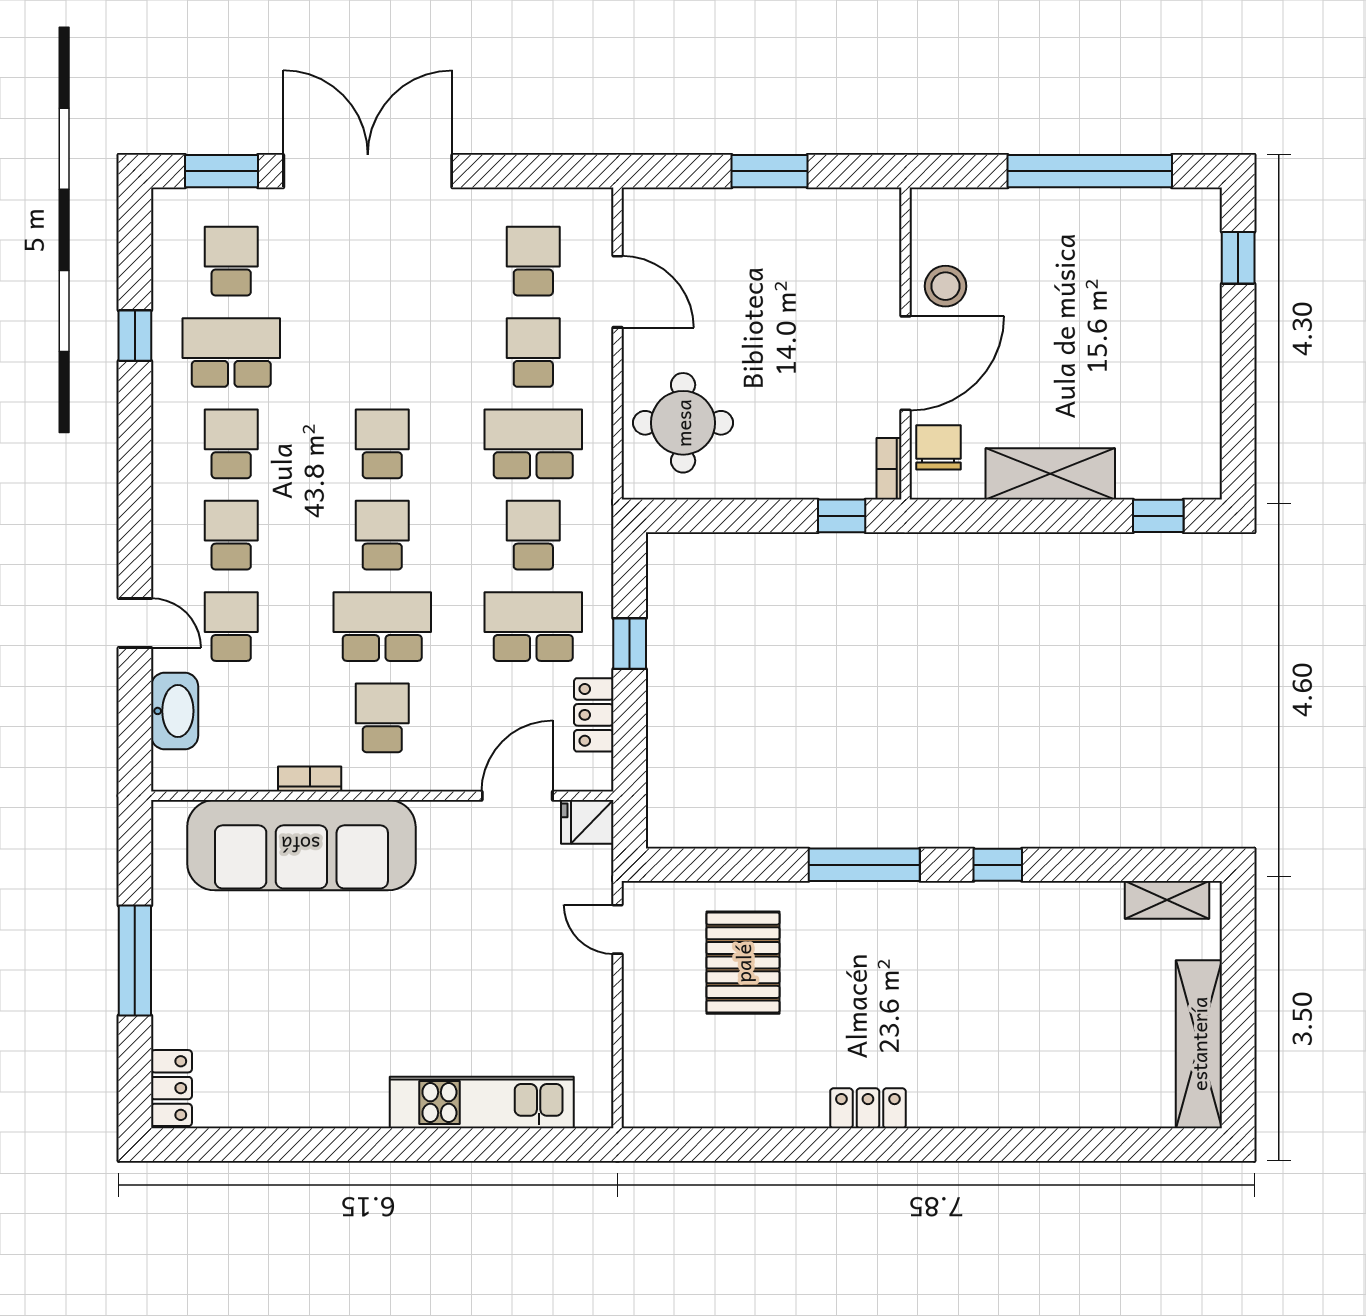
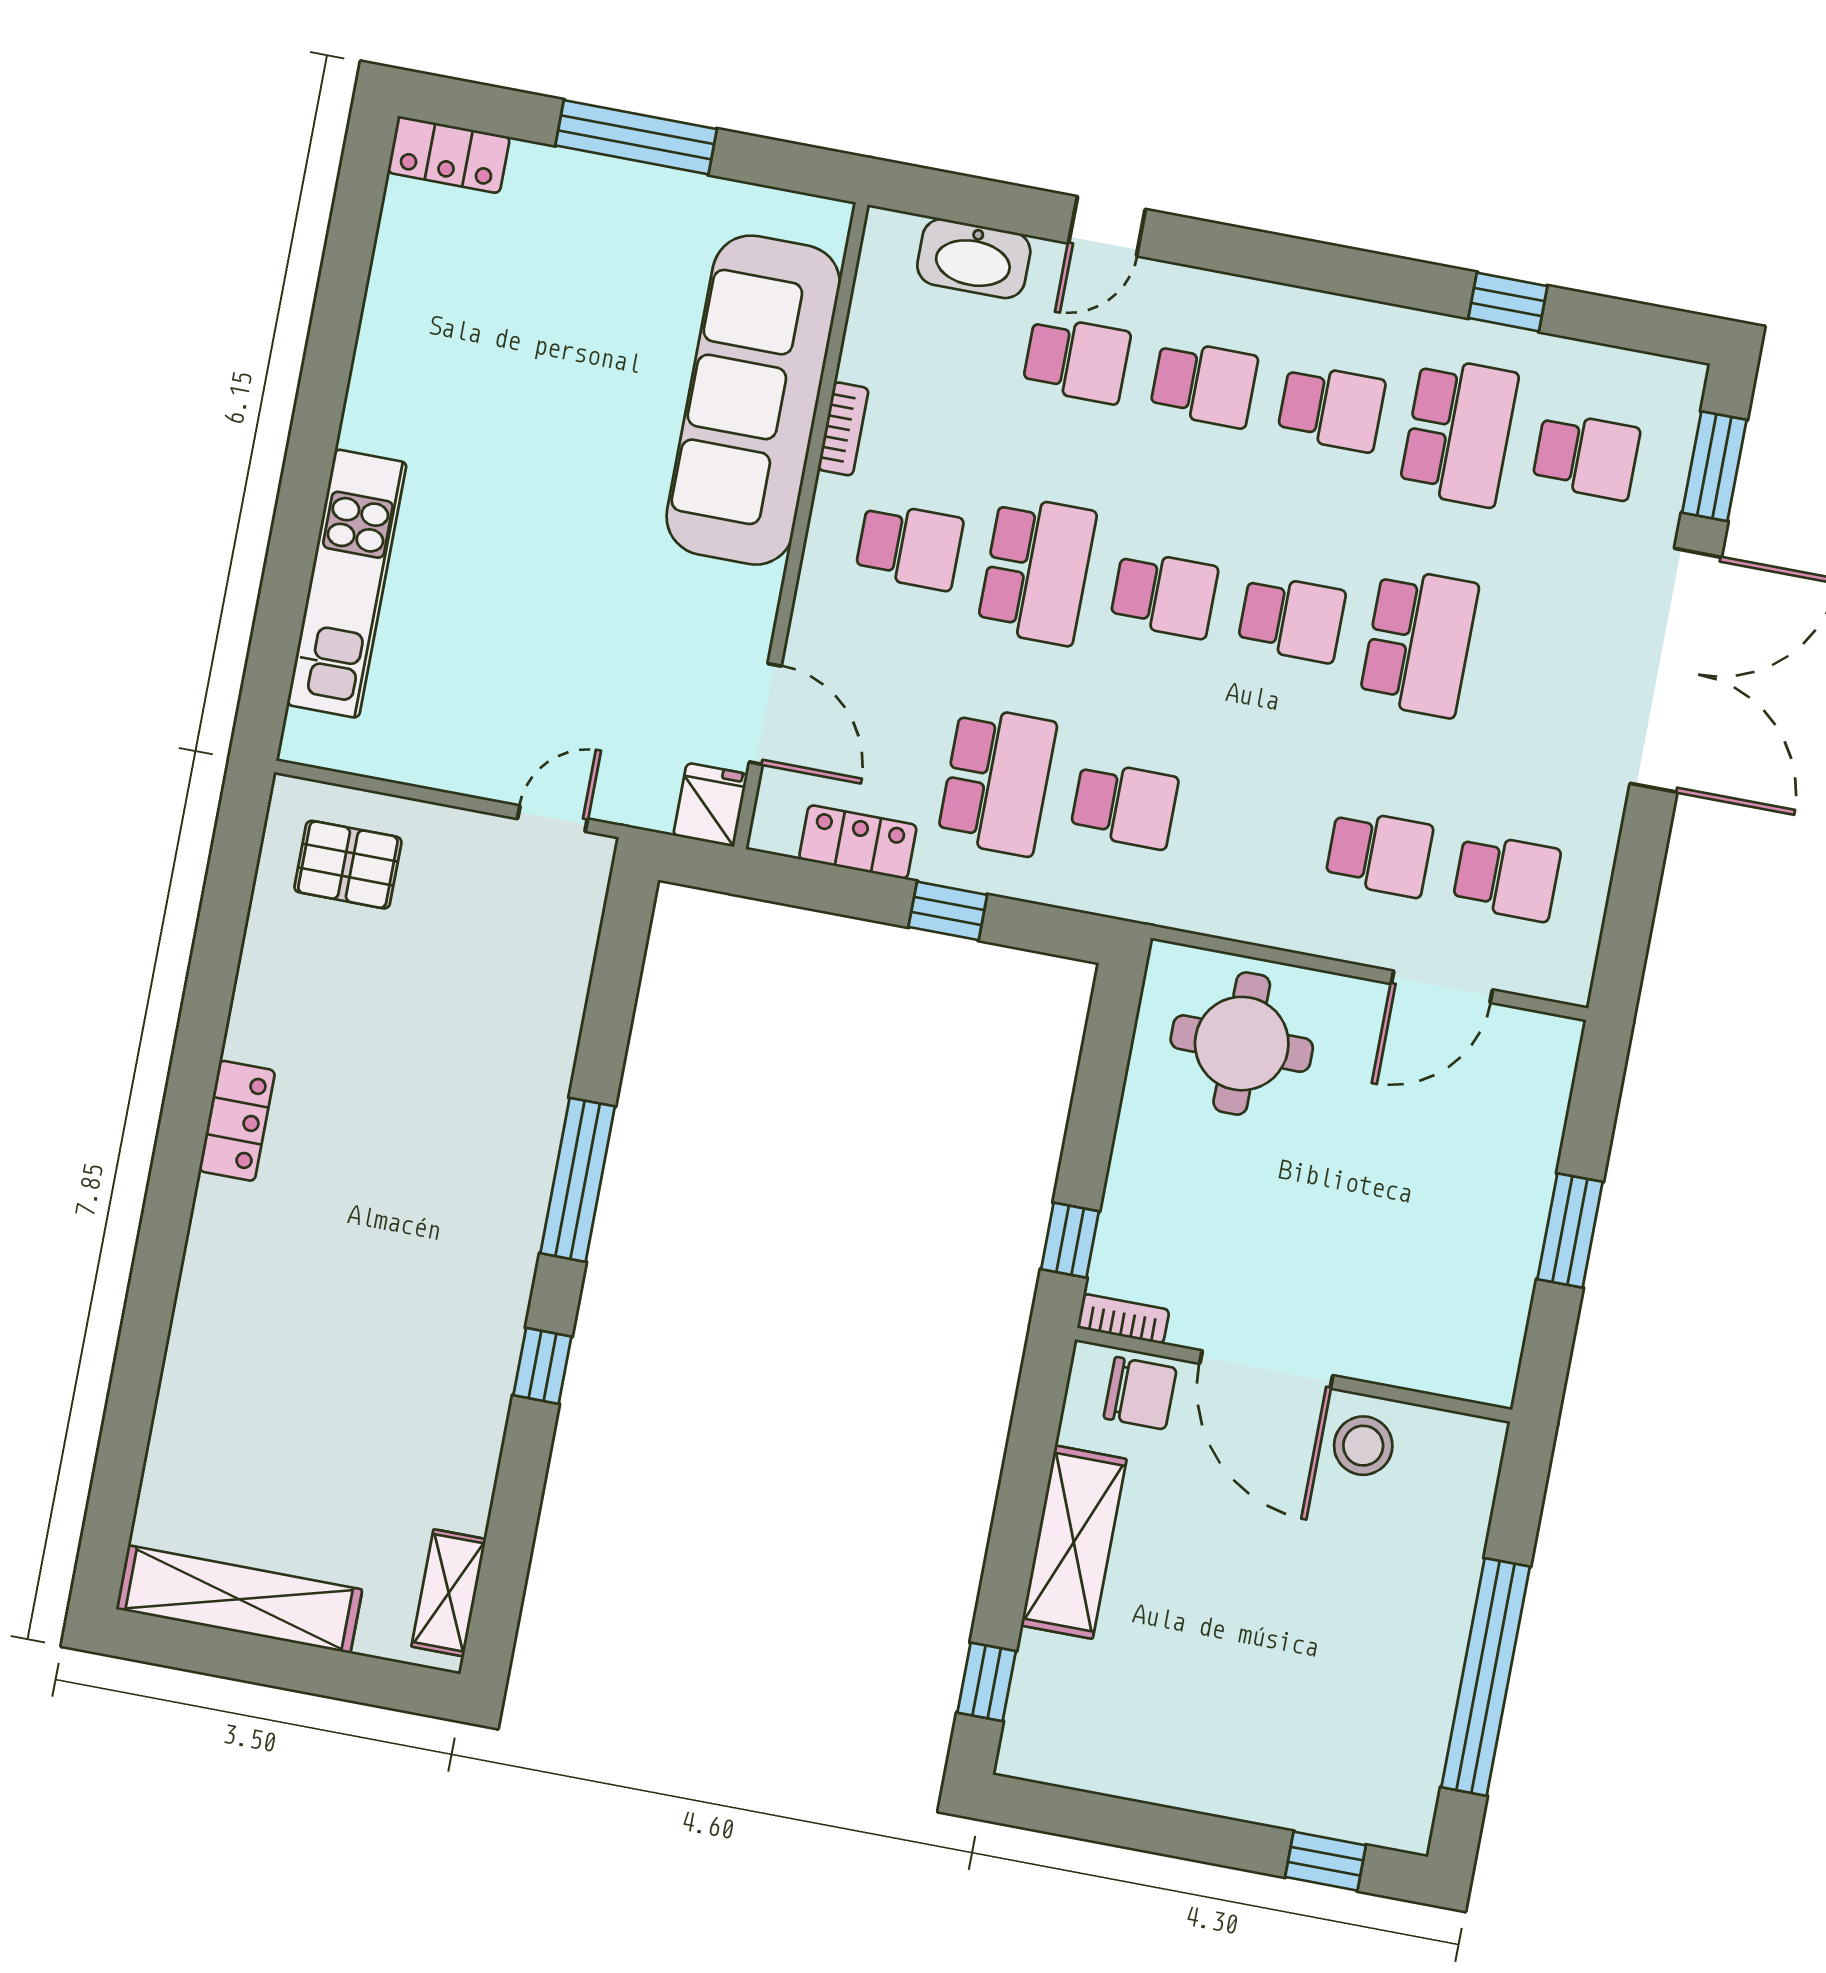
school desk: (533, 444) -> (1419, 643), moved
pallet: (743, 963) -> (348, 865), moved, width x0.67, depth x0.71

